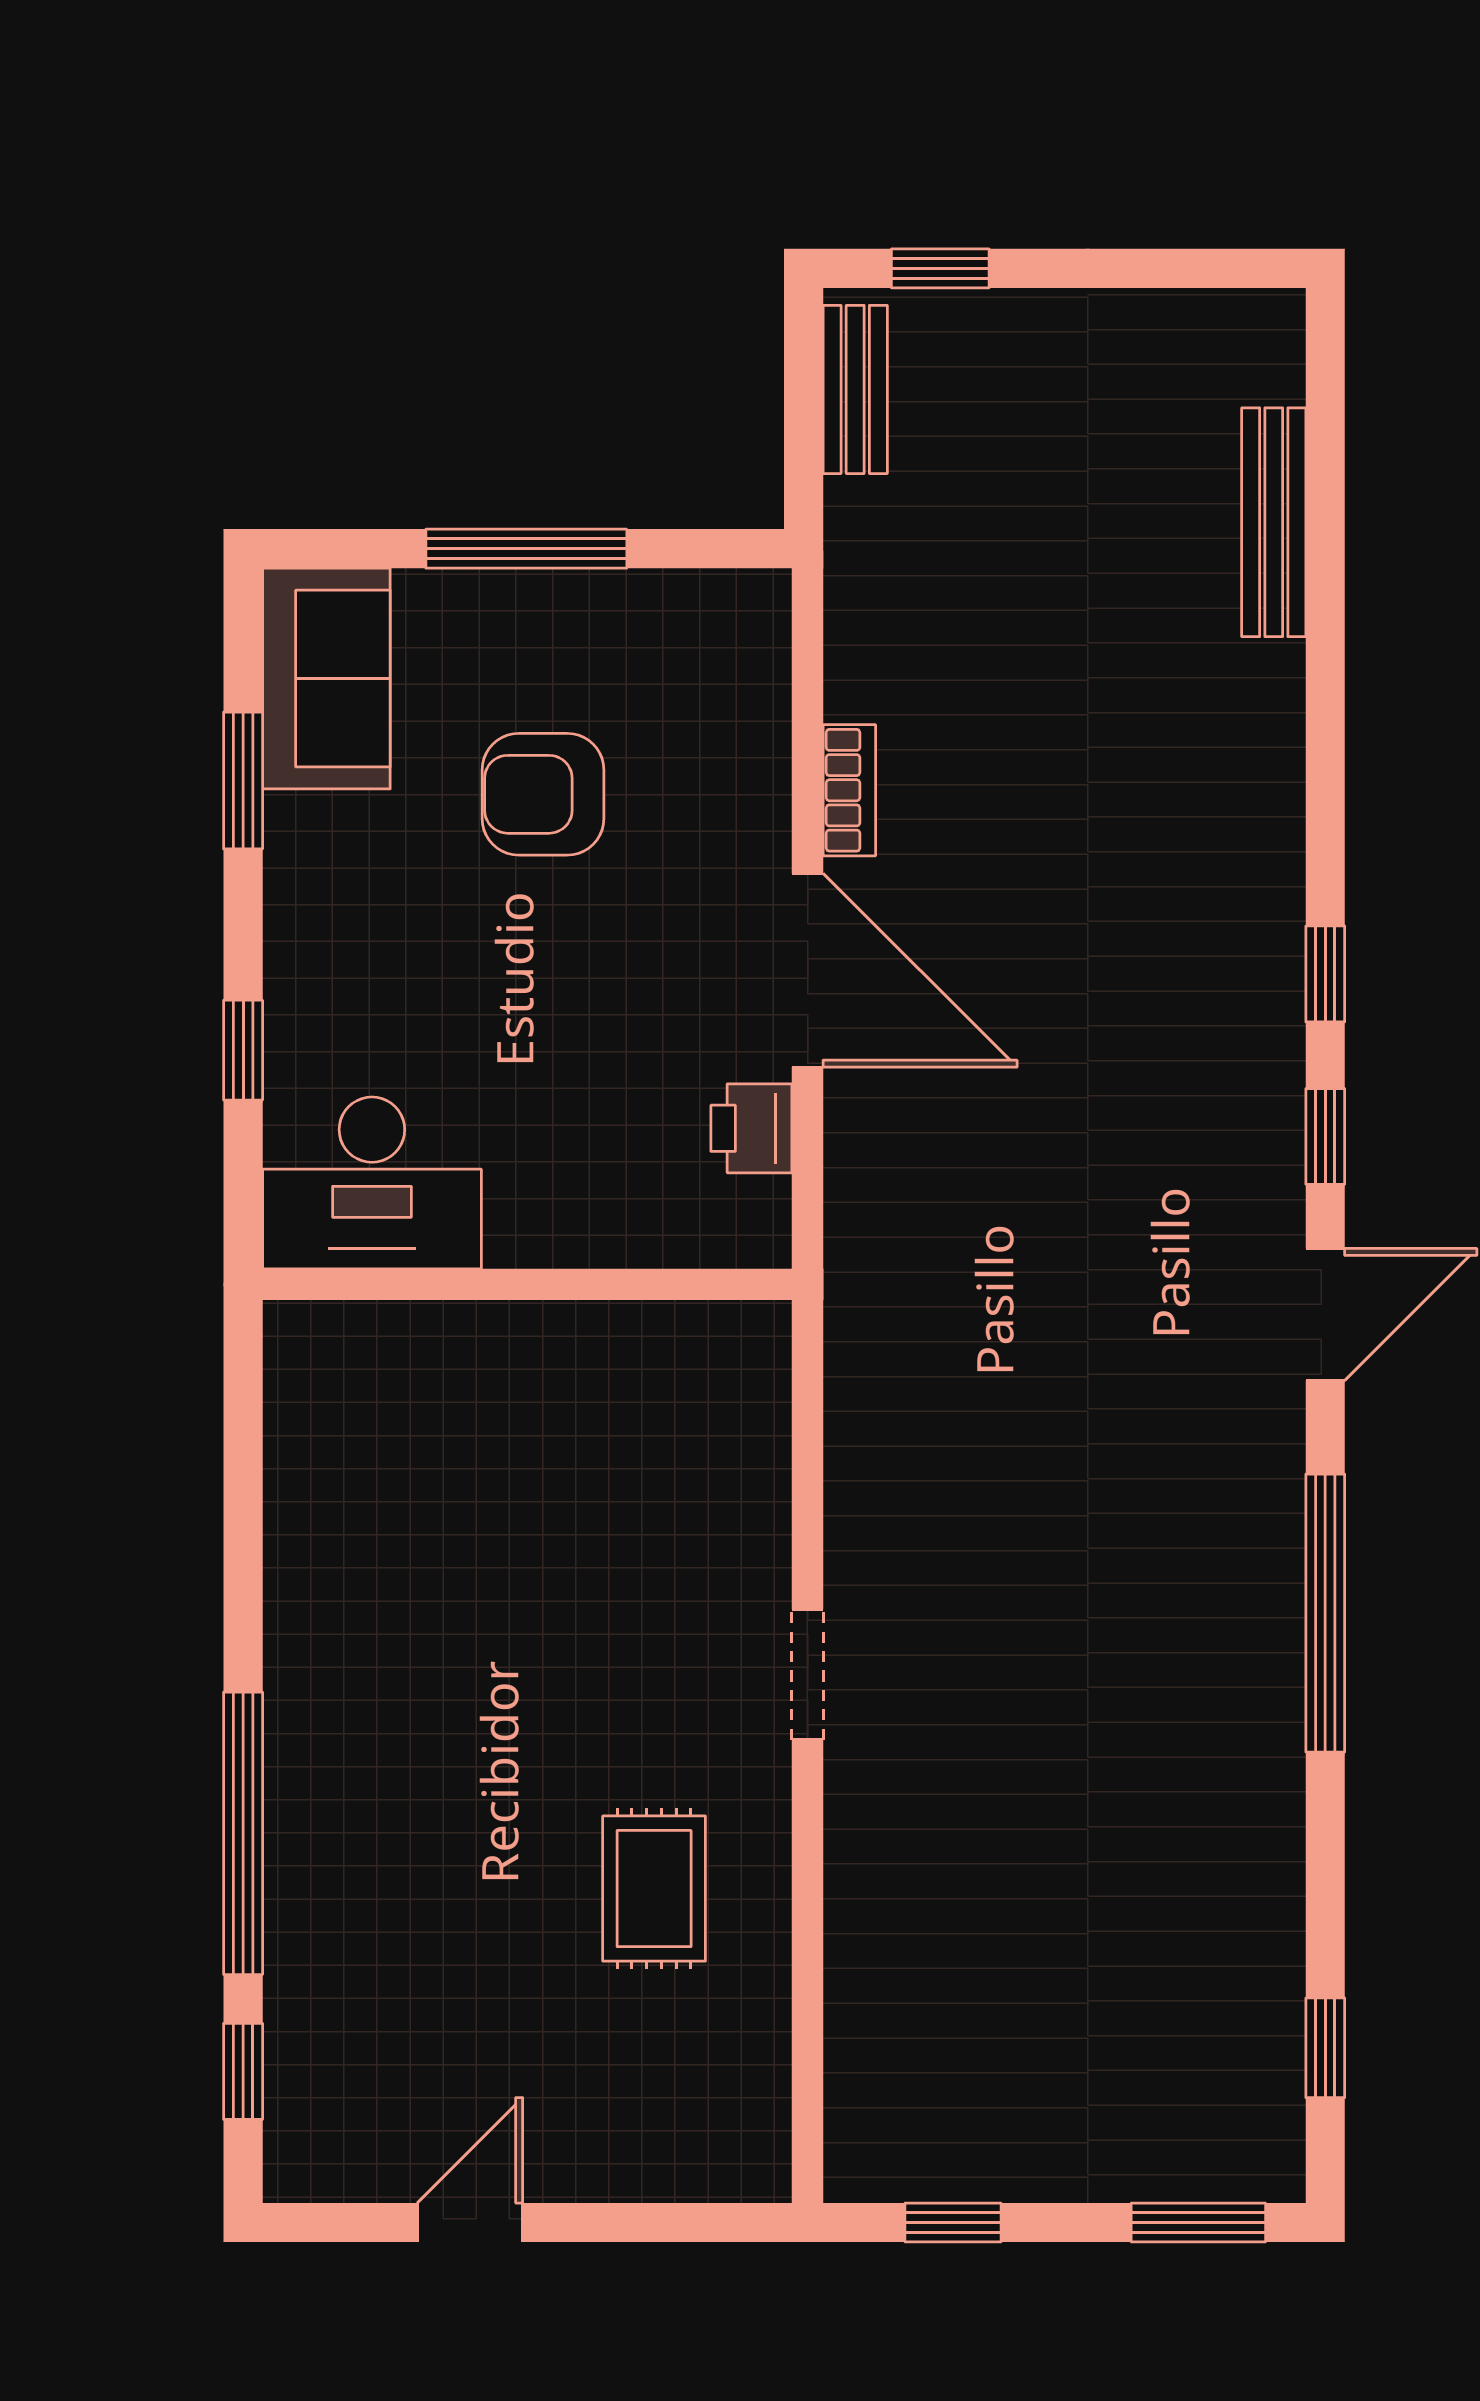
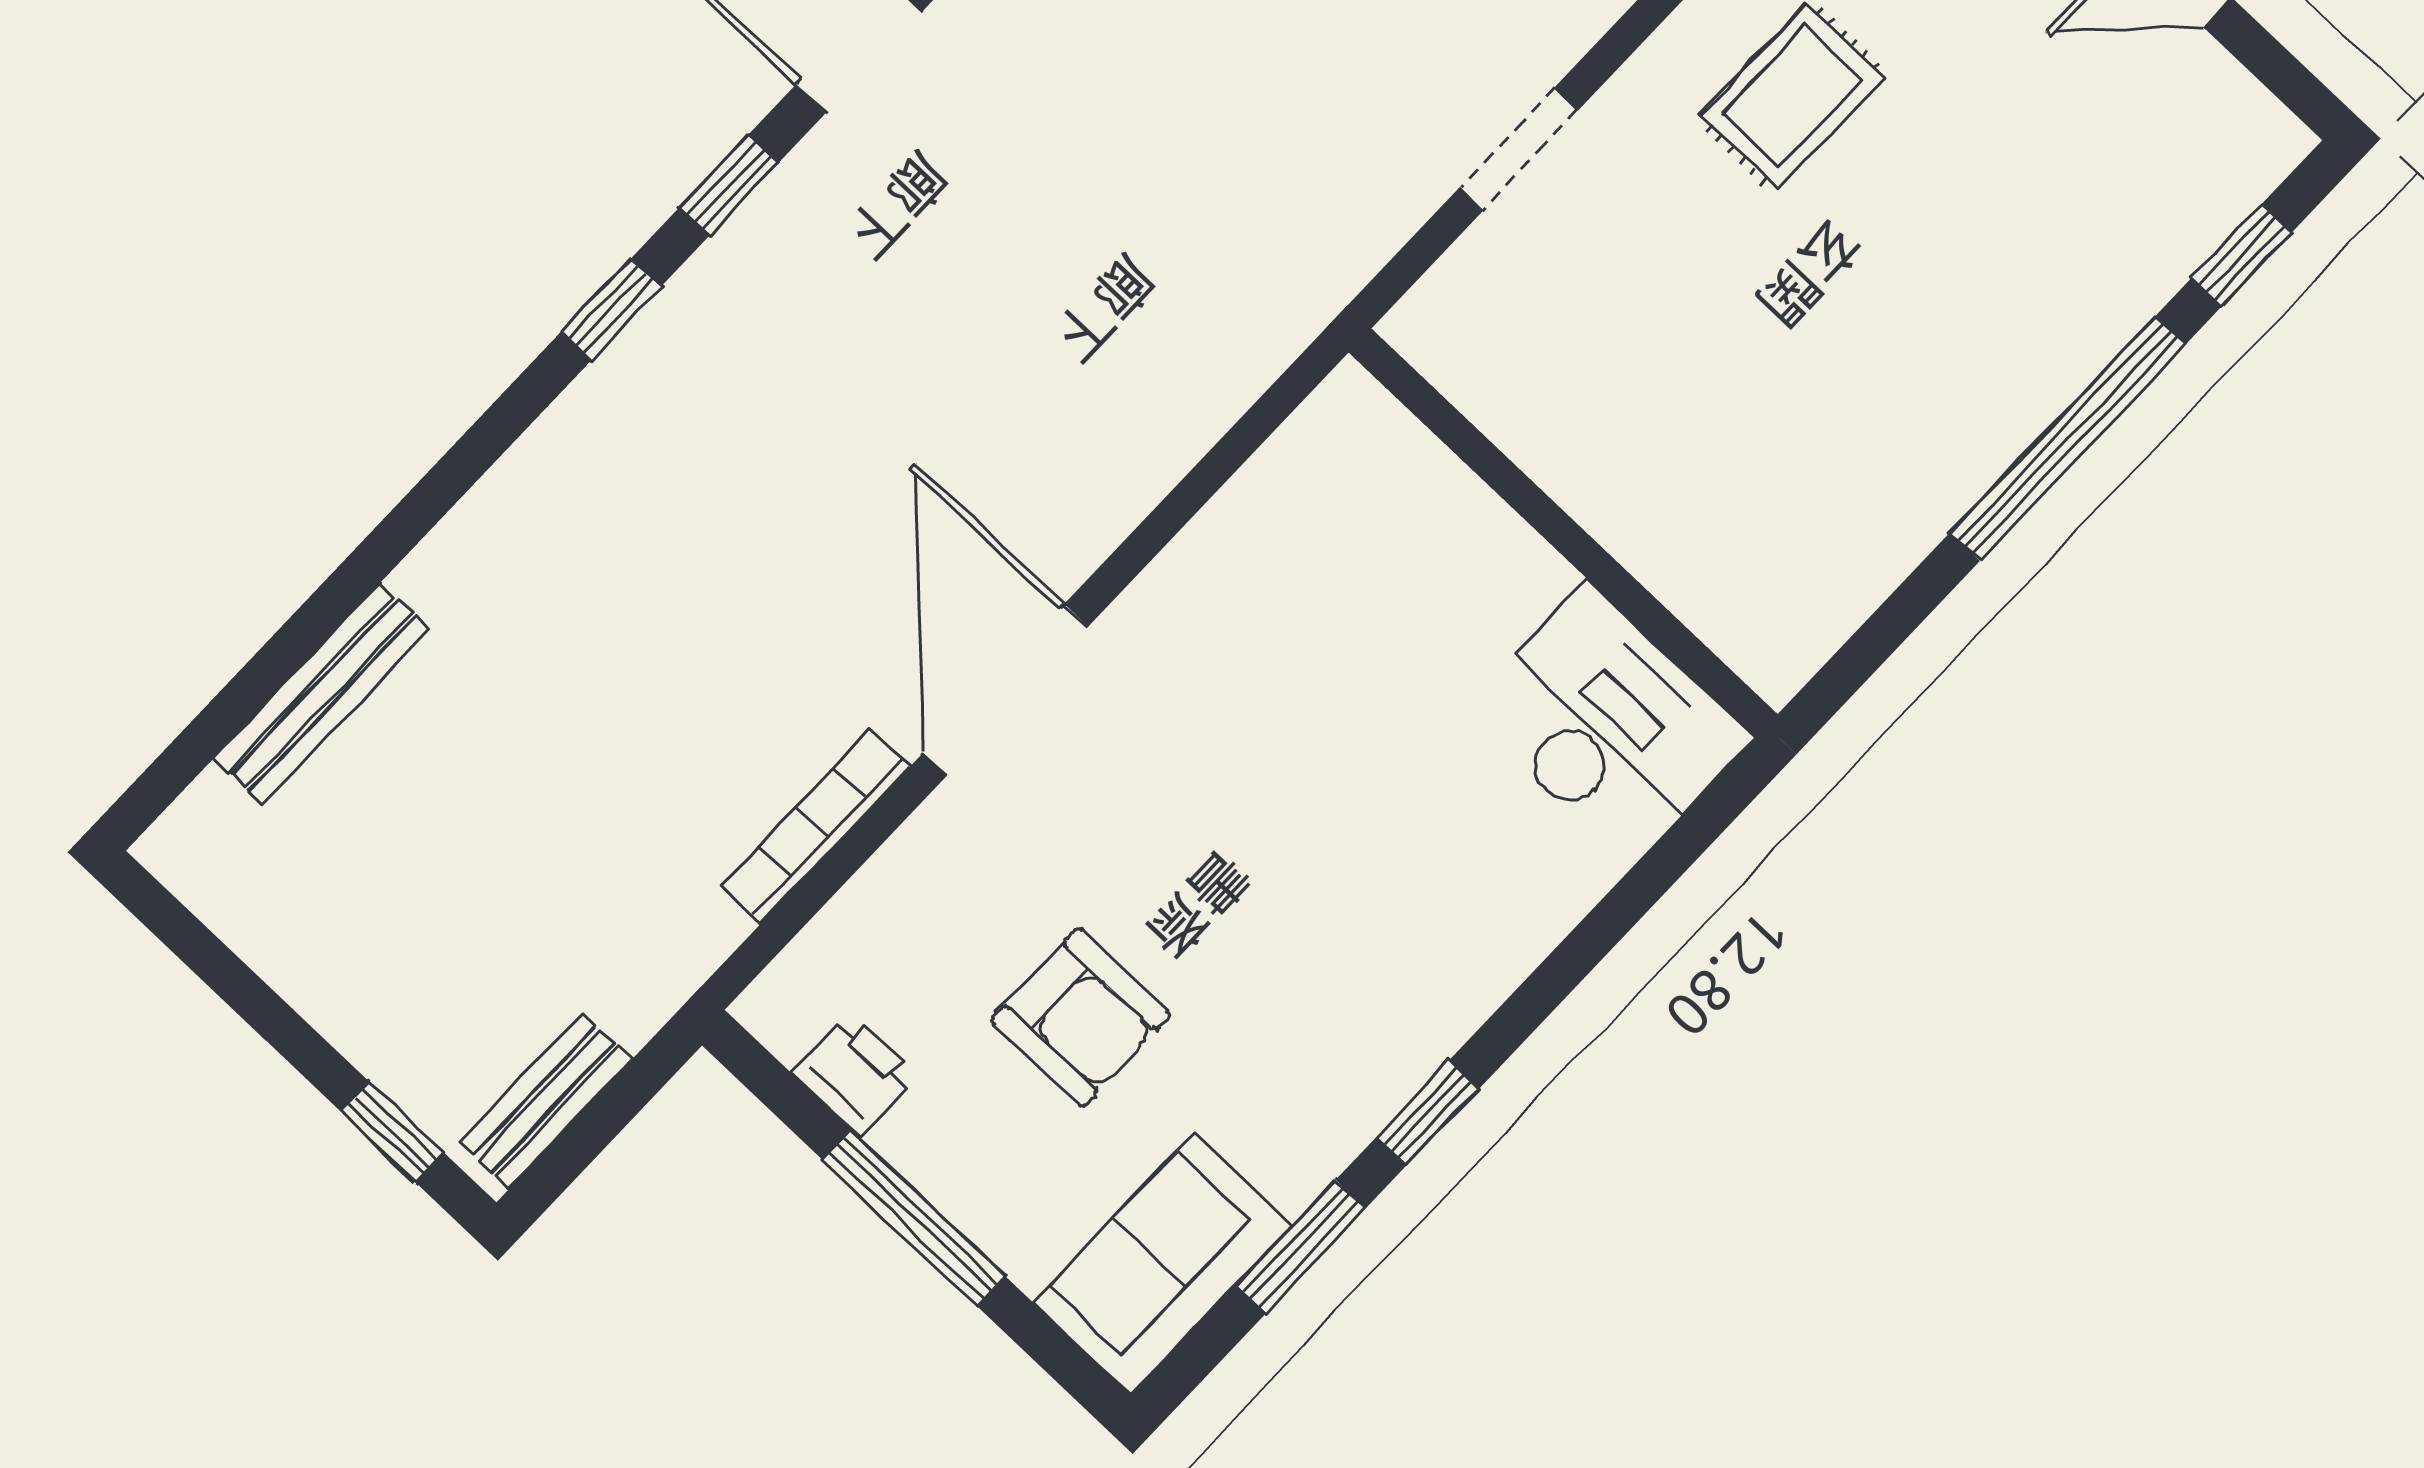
bookcase: (849, 790) -> (815, 826), width x1.56
window: (243, 1050) -> (1428, 1113), moved
printer: (751, 1128) -> (855, 1074), moved, turned -90
desk: (372, 1183) -> (1608, 724), moved
wall: (527, 1284) -> (1563, 533), moved

